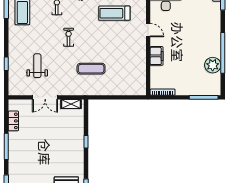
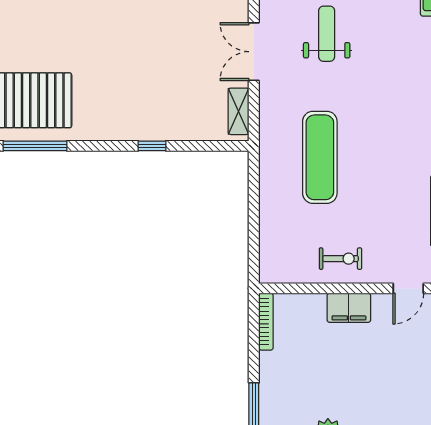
exercise bike: (69, 37) -> (341, 259), moved
weight bench: (37, 66) -> (327, 34), turned -90
exercise mat: (91, 69) -> (320, 157), width x1.36, depth x1.45

